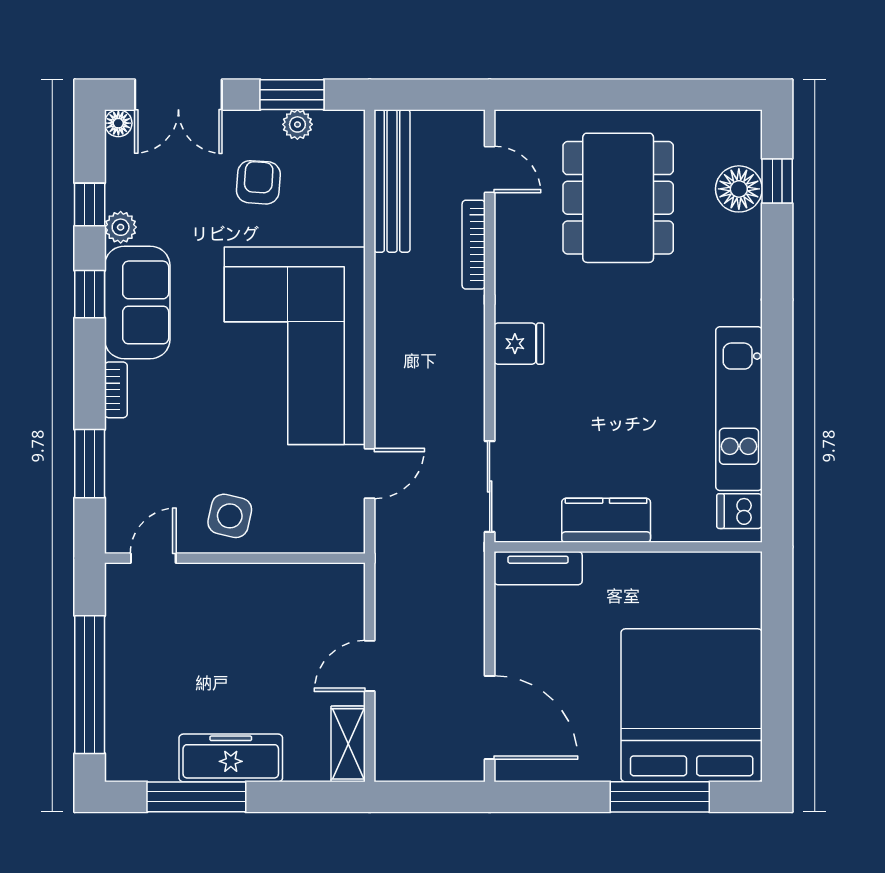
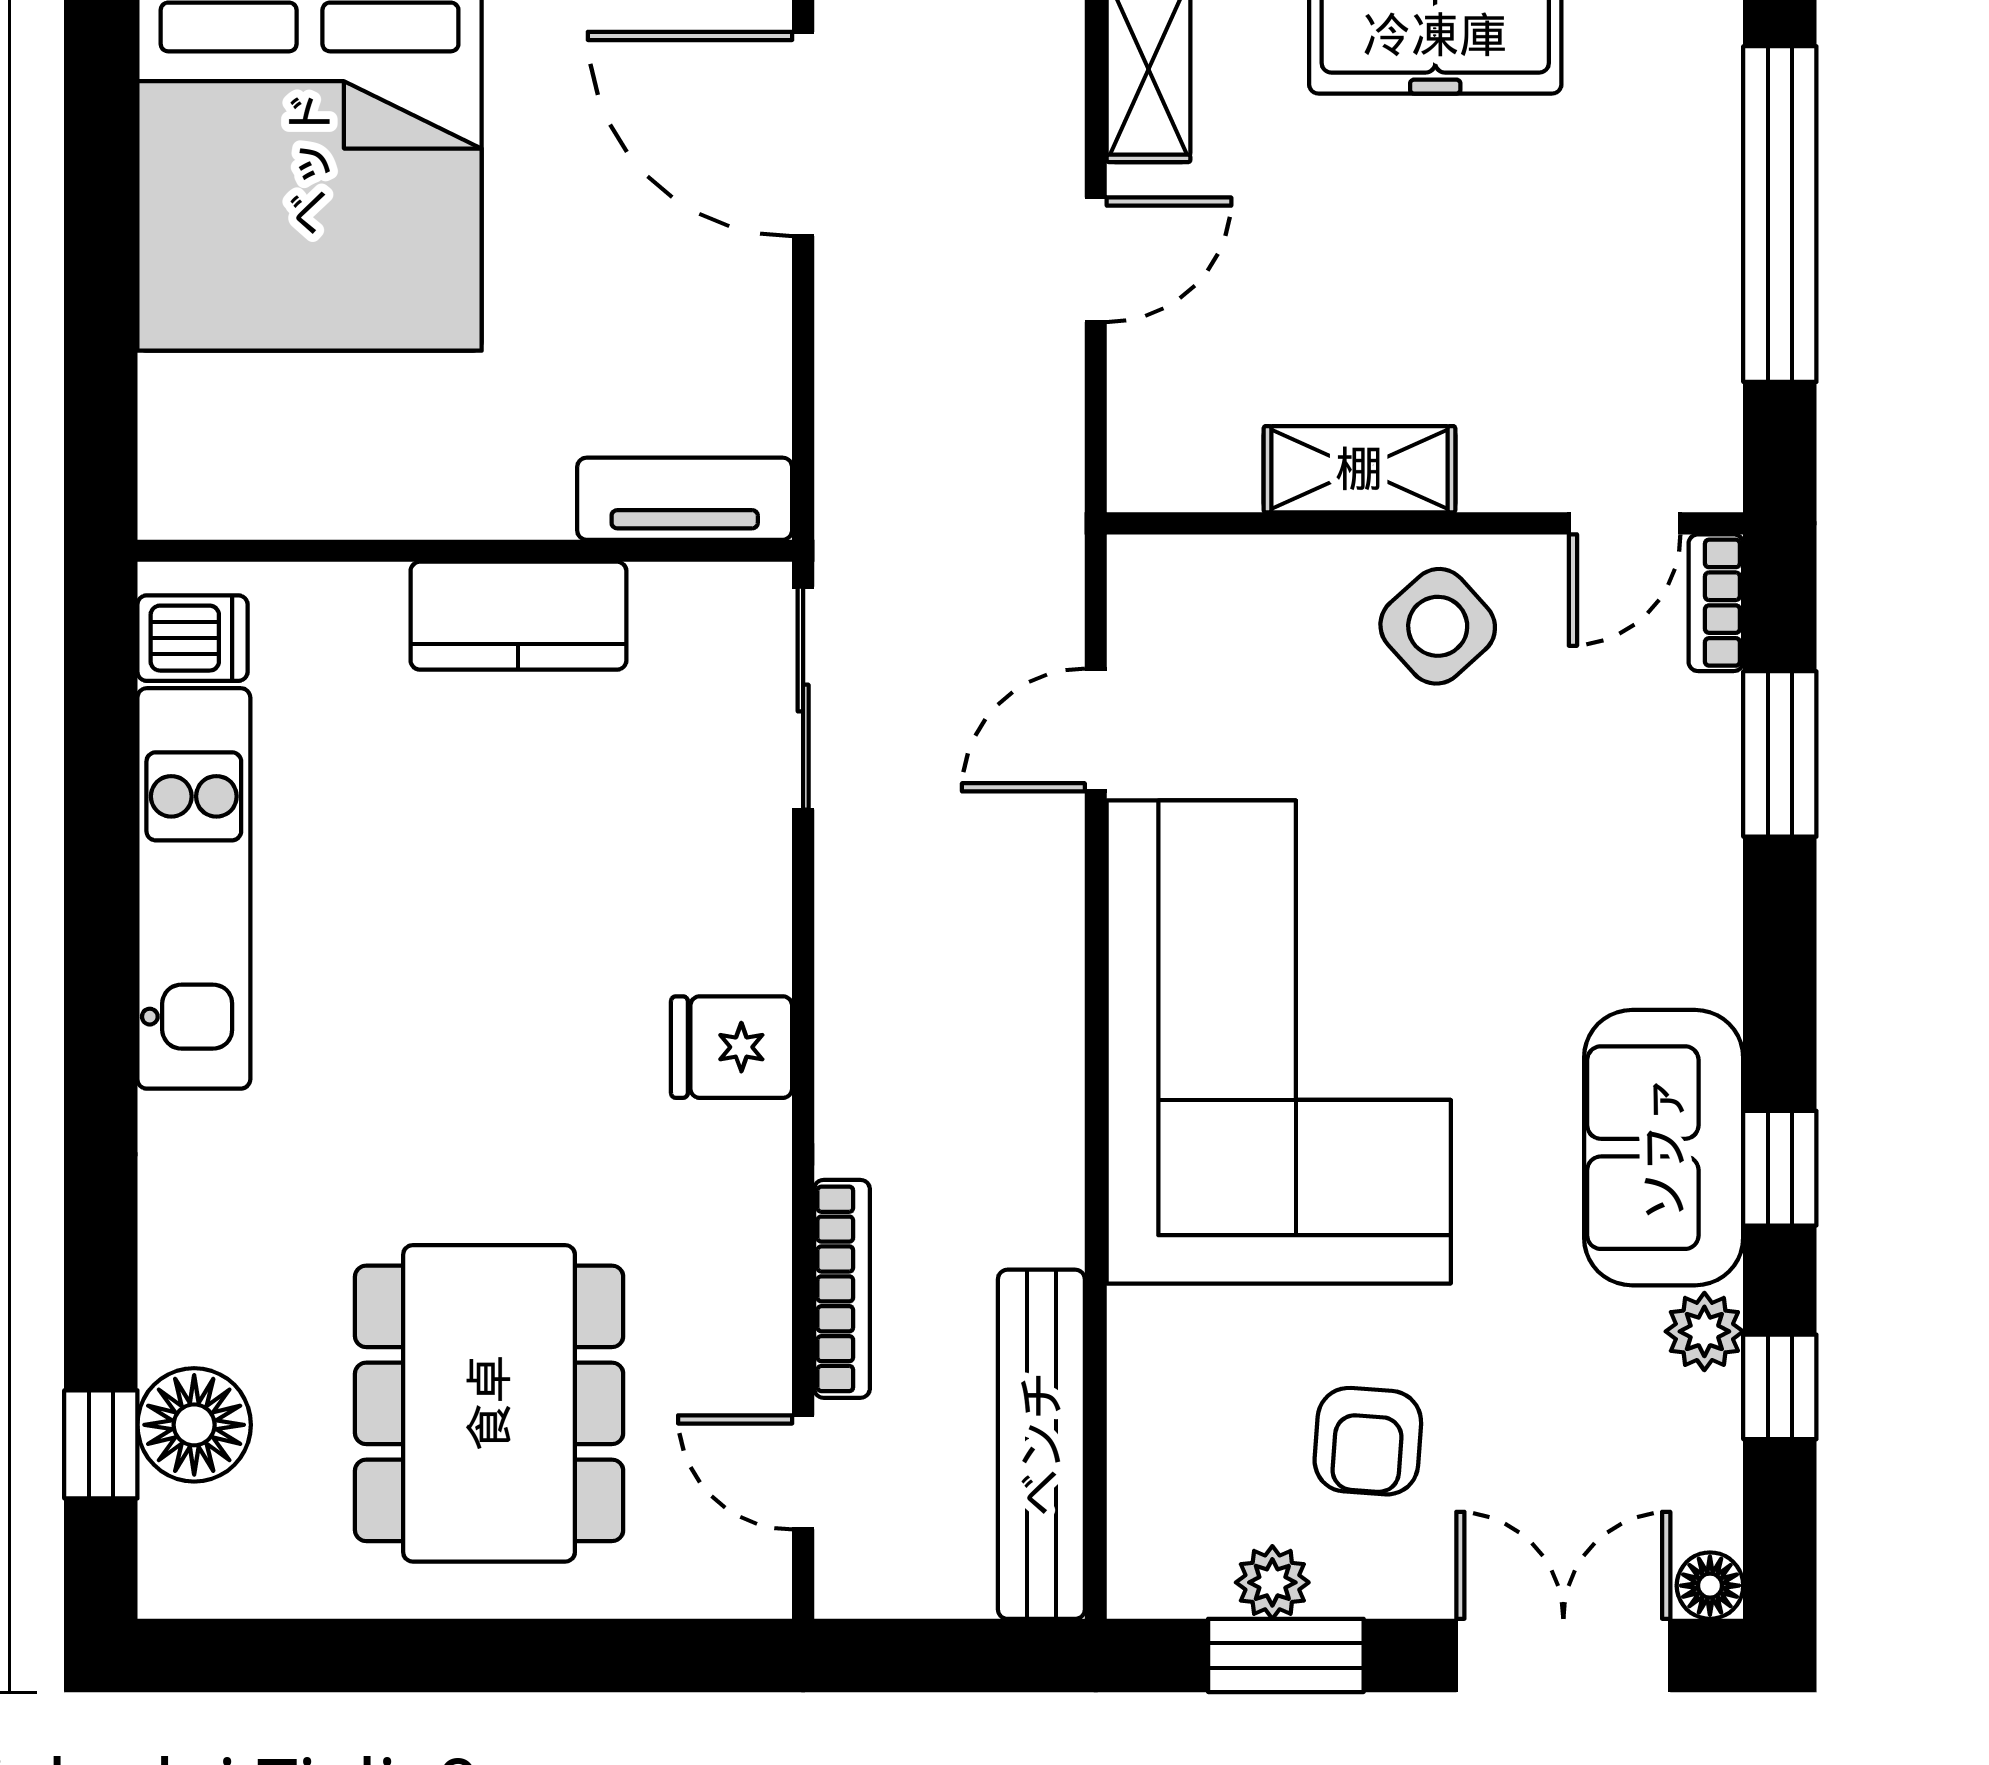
bookcase: (116, 390) -> (1716, 603), moved
side table: (230, 516) -> (1438, 626), turned 35
shelving: (262, 580) -> (1359, 469), added

